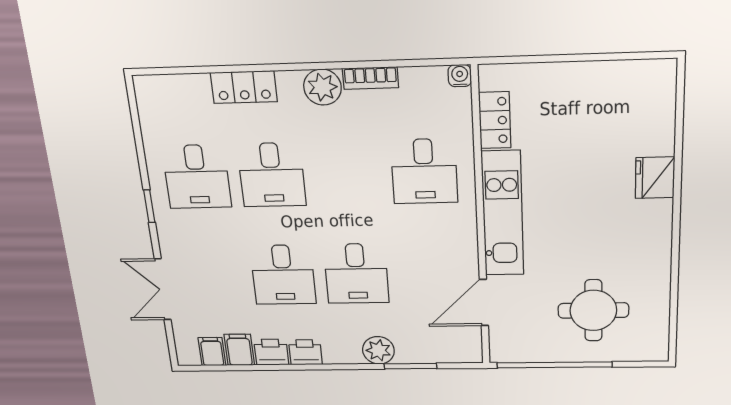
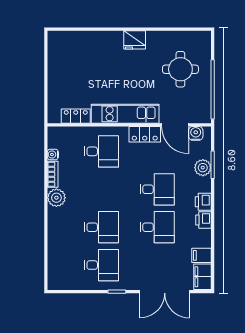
water cooler: (460, 76) -> (53, 155), moved
locker: (244, 87) -> (145, 134), moved, turned 90
fridge: (655, 178) -> (135, 40), moved
double door: (163, 289) -> (165, 292), width x1.37
water cooler: (469, 338) -> (196, 133), added
plant: (378, 350) -> (203, 168), moved
filing cabinet: (212, 352) -> (202, 277), width x2.00
printer: (271, 352) -> (203, 202), moved

